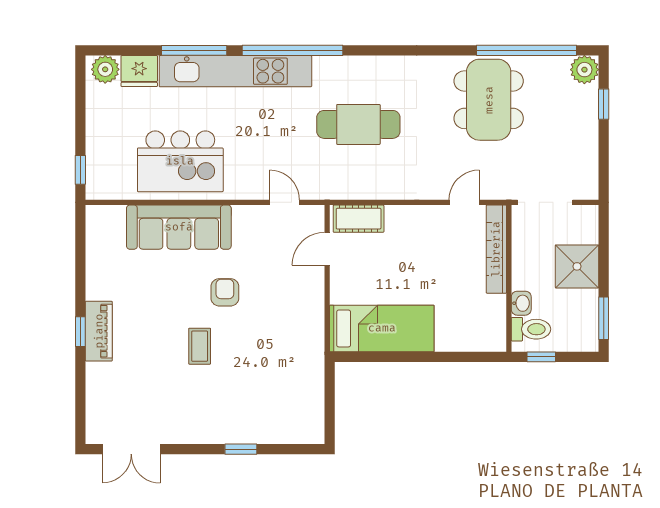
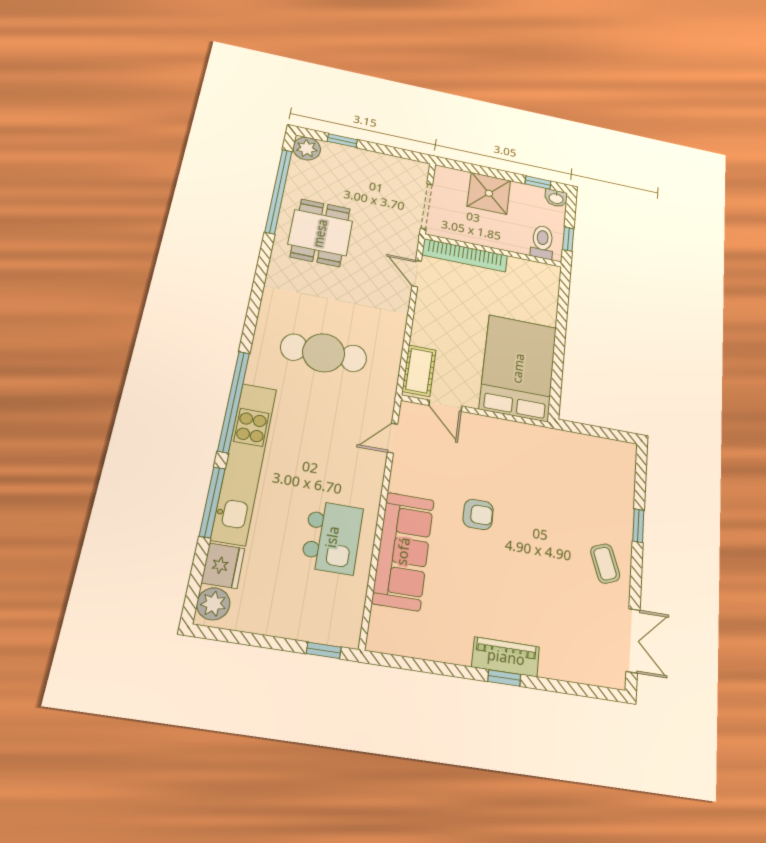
dining table: (489, 100) -> (320, 233), width x0.73
cafe table: (358, 124) -> (324, 353), turned 90
kitchen island: (180, 161) -> (332, 537), width x0.73, depth x0.78
armchair: (225, 292) -> (478, 514), turned 180
washbasin: (521, 303) -> (556, 198), moved, turned 180
window: (604, 318) -> (538, 183), width x0.67
bed: (382, 328) -> (518, 368), width x1.50
coffee table: (200, 346) -> (605, 564), moved, turned 69

